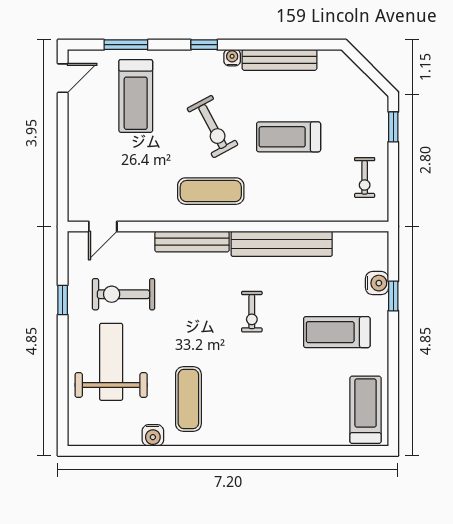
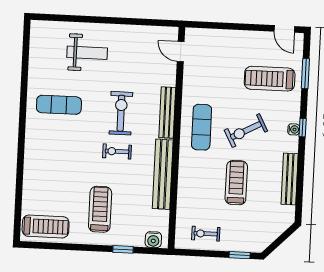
water cooler: (232, 58) -> (294, 129), moved
water cooler: (377, 283) -> (153, 240), moved
exercise bike: (123, 294) -> (121, 113), moved
window: (63, 300) -> (131, 21), removed
weight bench: (111, 362) -> (87, 53), width x0.73, depth x0.75
water cooler: (153, 435) -> (35, 79), removed

